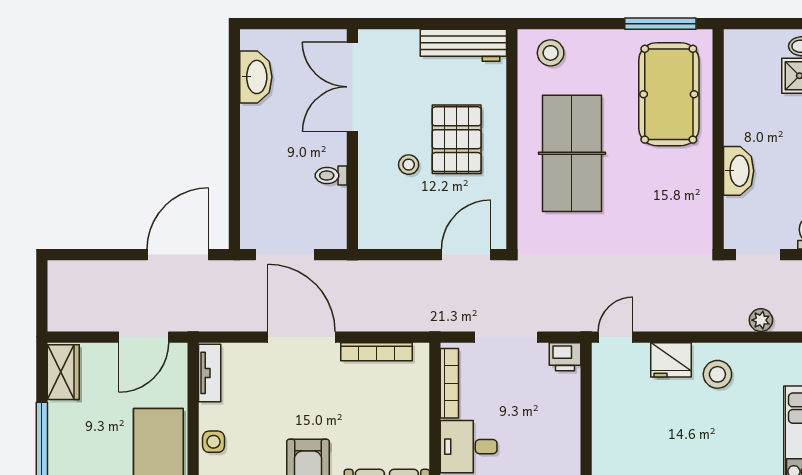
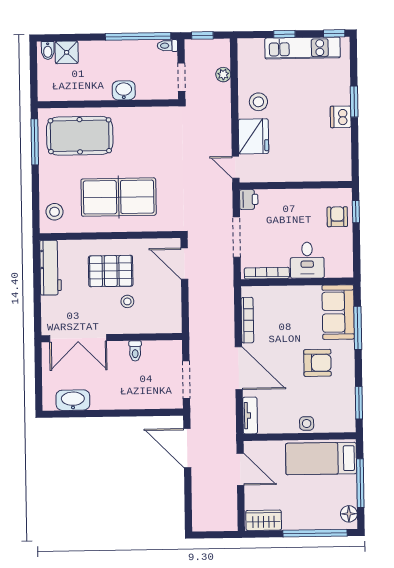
washbasin: (739, 171) -> (124, 90), width x0.72
door: (302, 337) -> (239, 368), swing flipped
fridge: (671, 360) -> (253, 136), width x1.36, depth x1.34
tv unit: (210, 373) -> (250, 415), moved, turned 90

